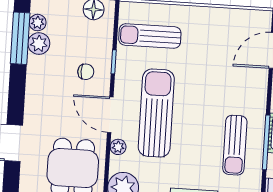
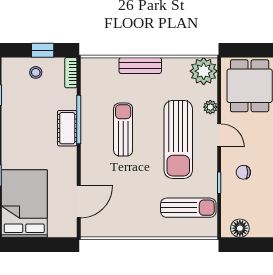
door: (110, 115) -> (219, 135), width x0.73
sun lounger: (235, 145) -> (123, 130), moved

